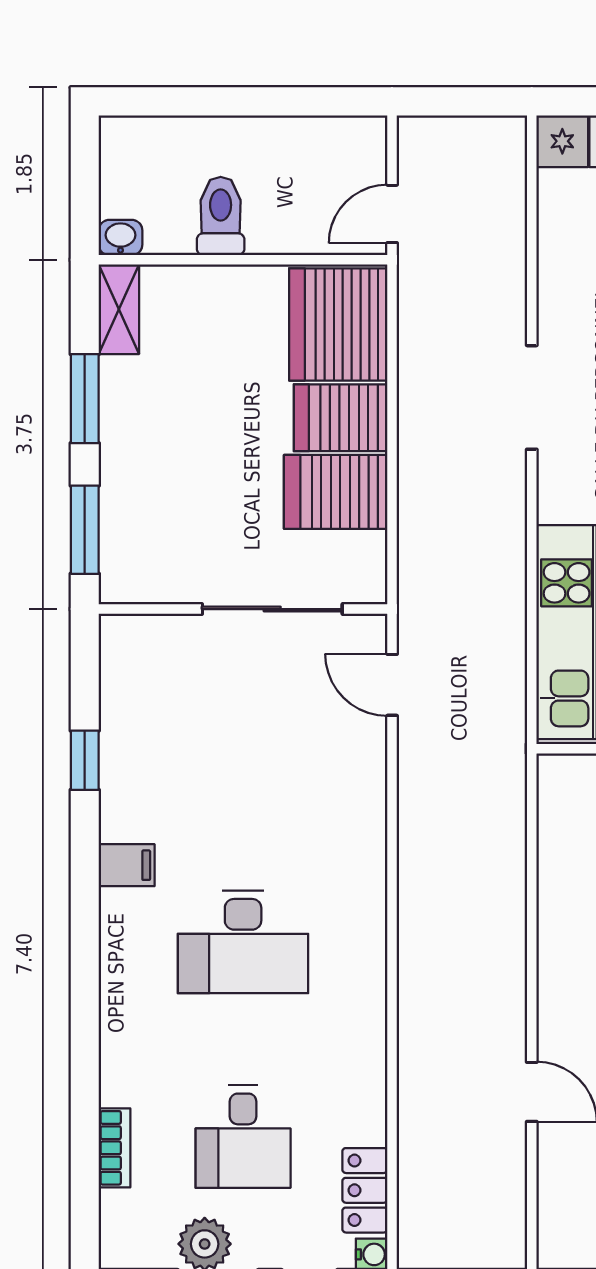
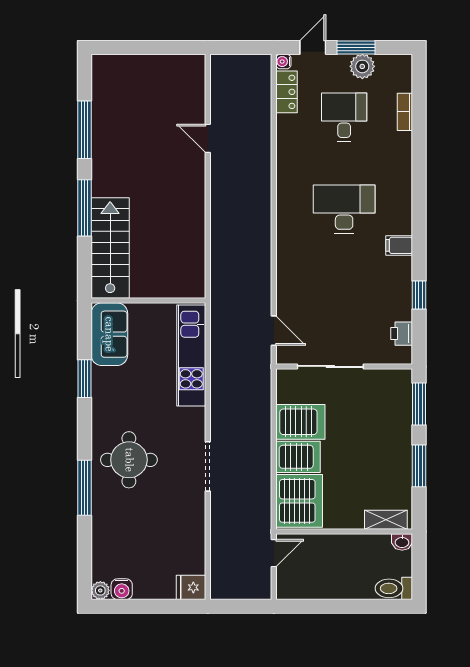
toilet: (221, 216) -> (394, 588), moved, turned 90
shelving: (119, 309) -> (386, 520), moved, turned 90
printer: (121, 679) -> (402, 334), added

